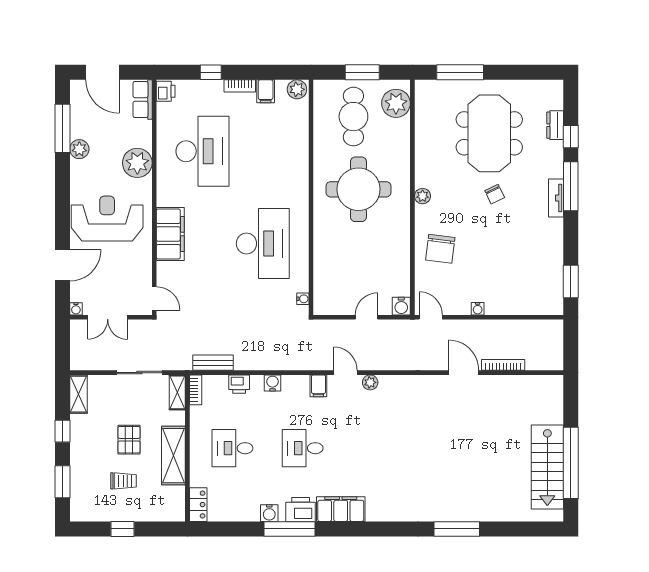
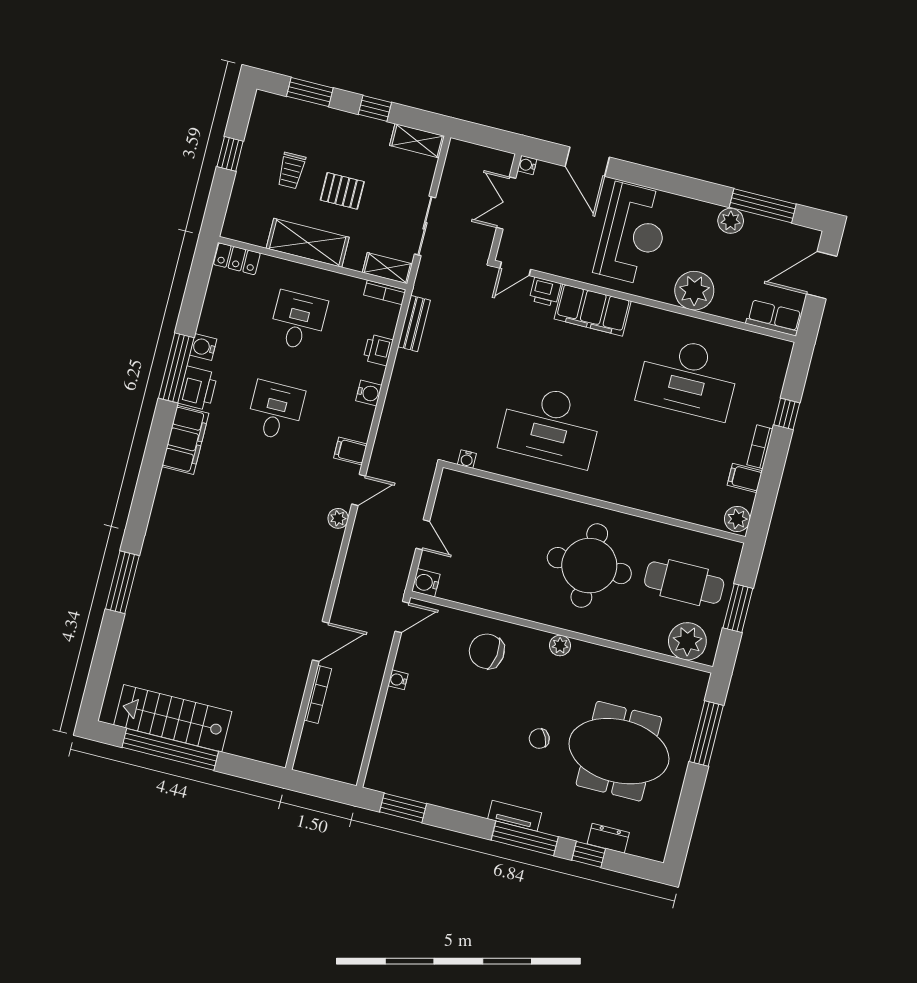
printer: (166, 91) -> (545, 292), moved

